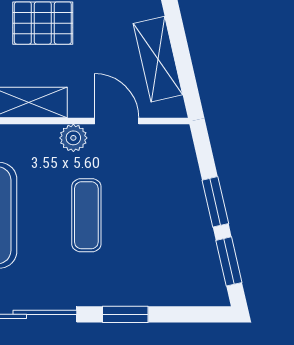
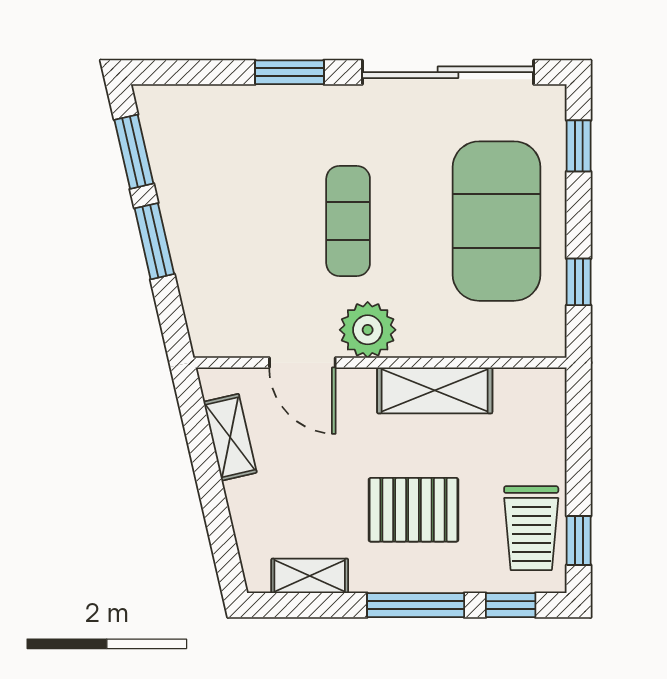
shelving: (158, 59) -> (230, 437), width x0.67, depth x0.75
plant: (73, 138) -> (368, 330), width x1.36, depth x1.36

